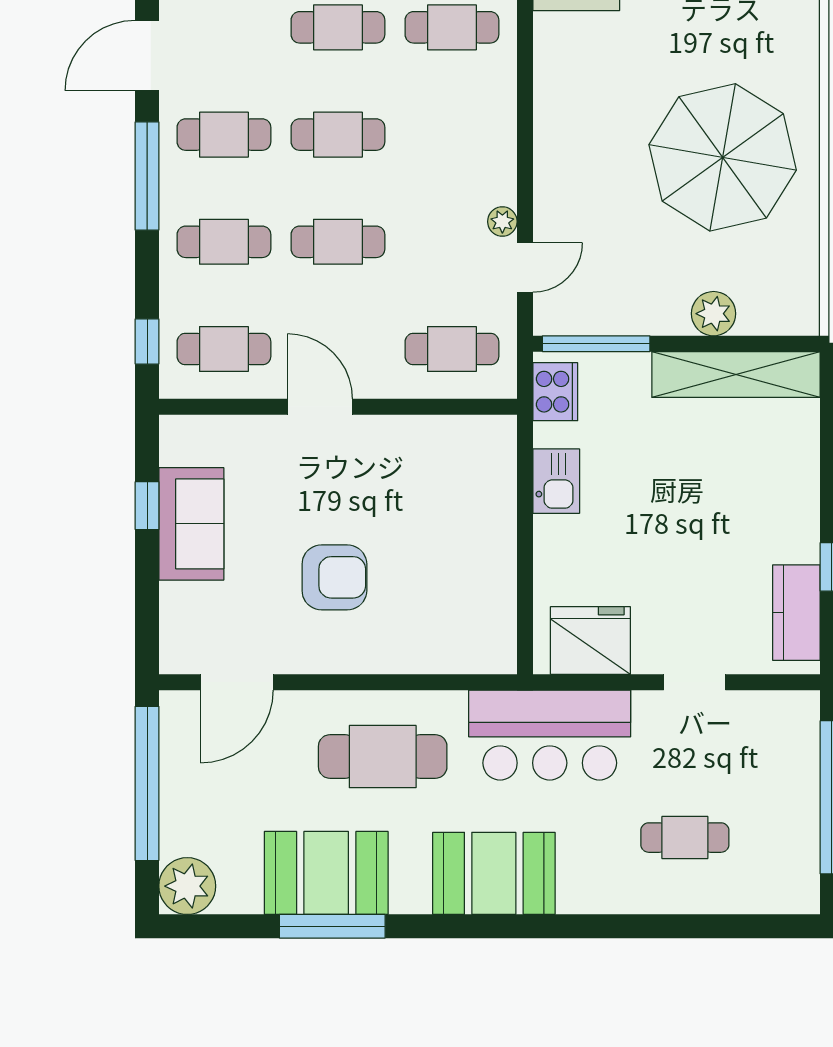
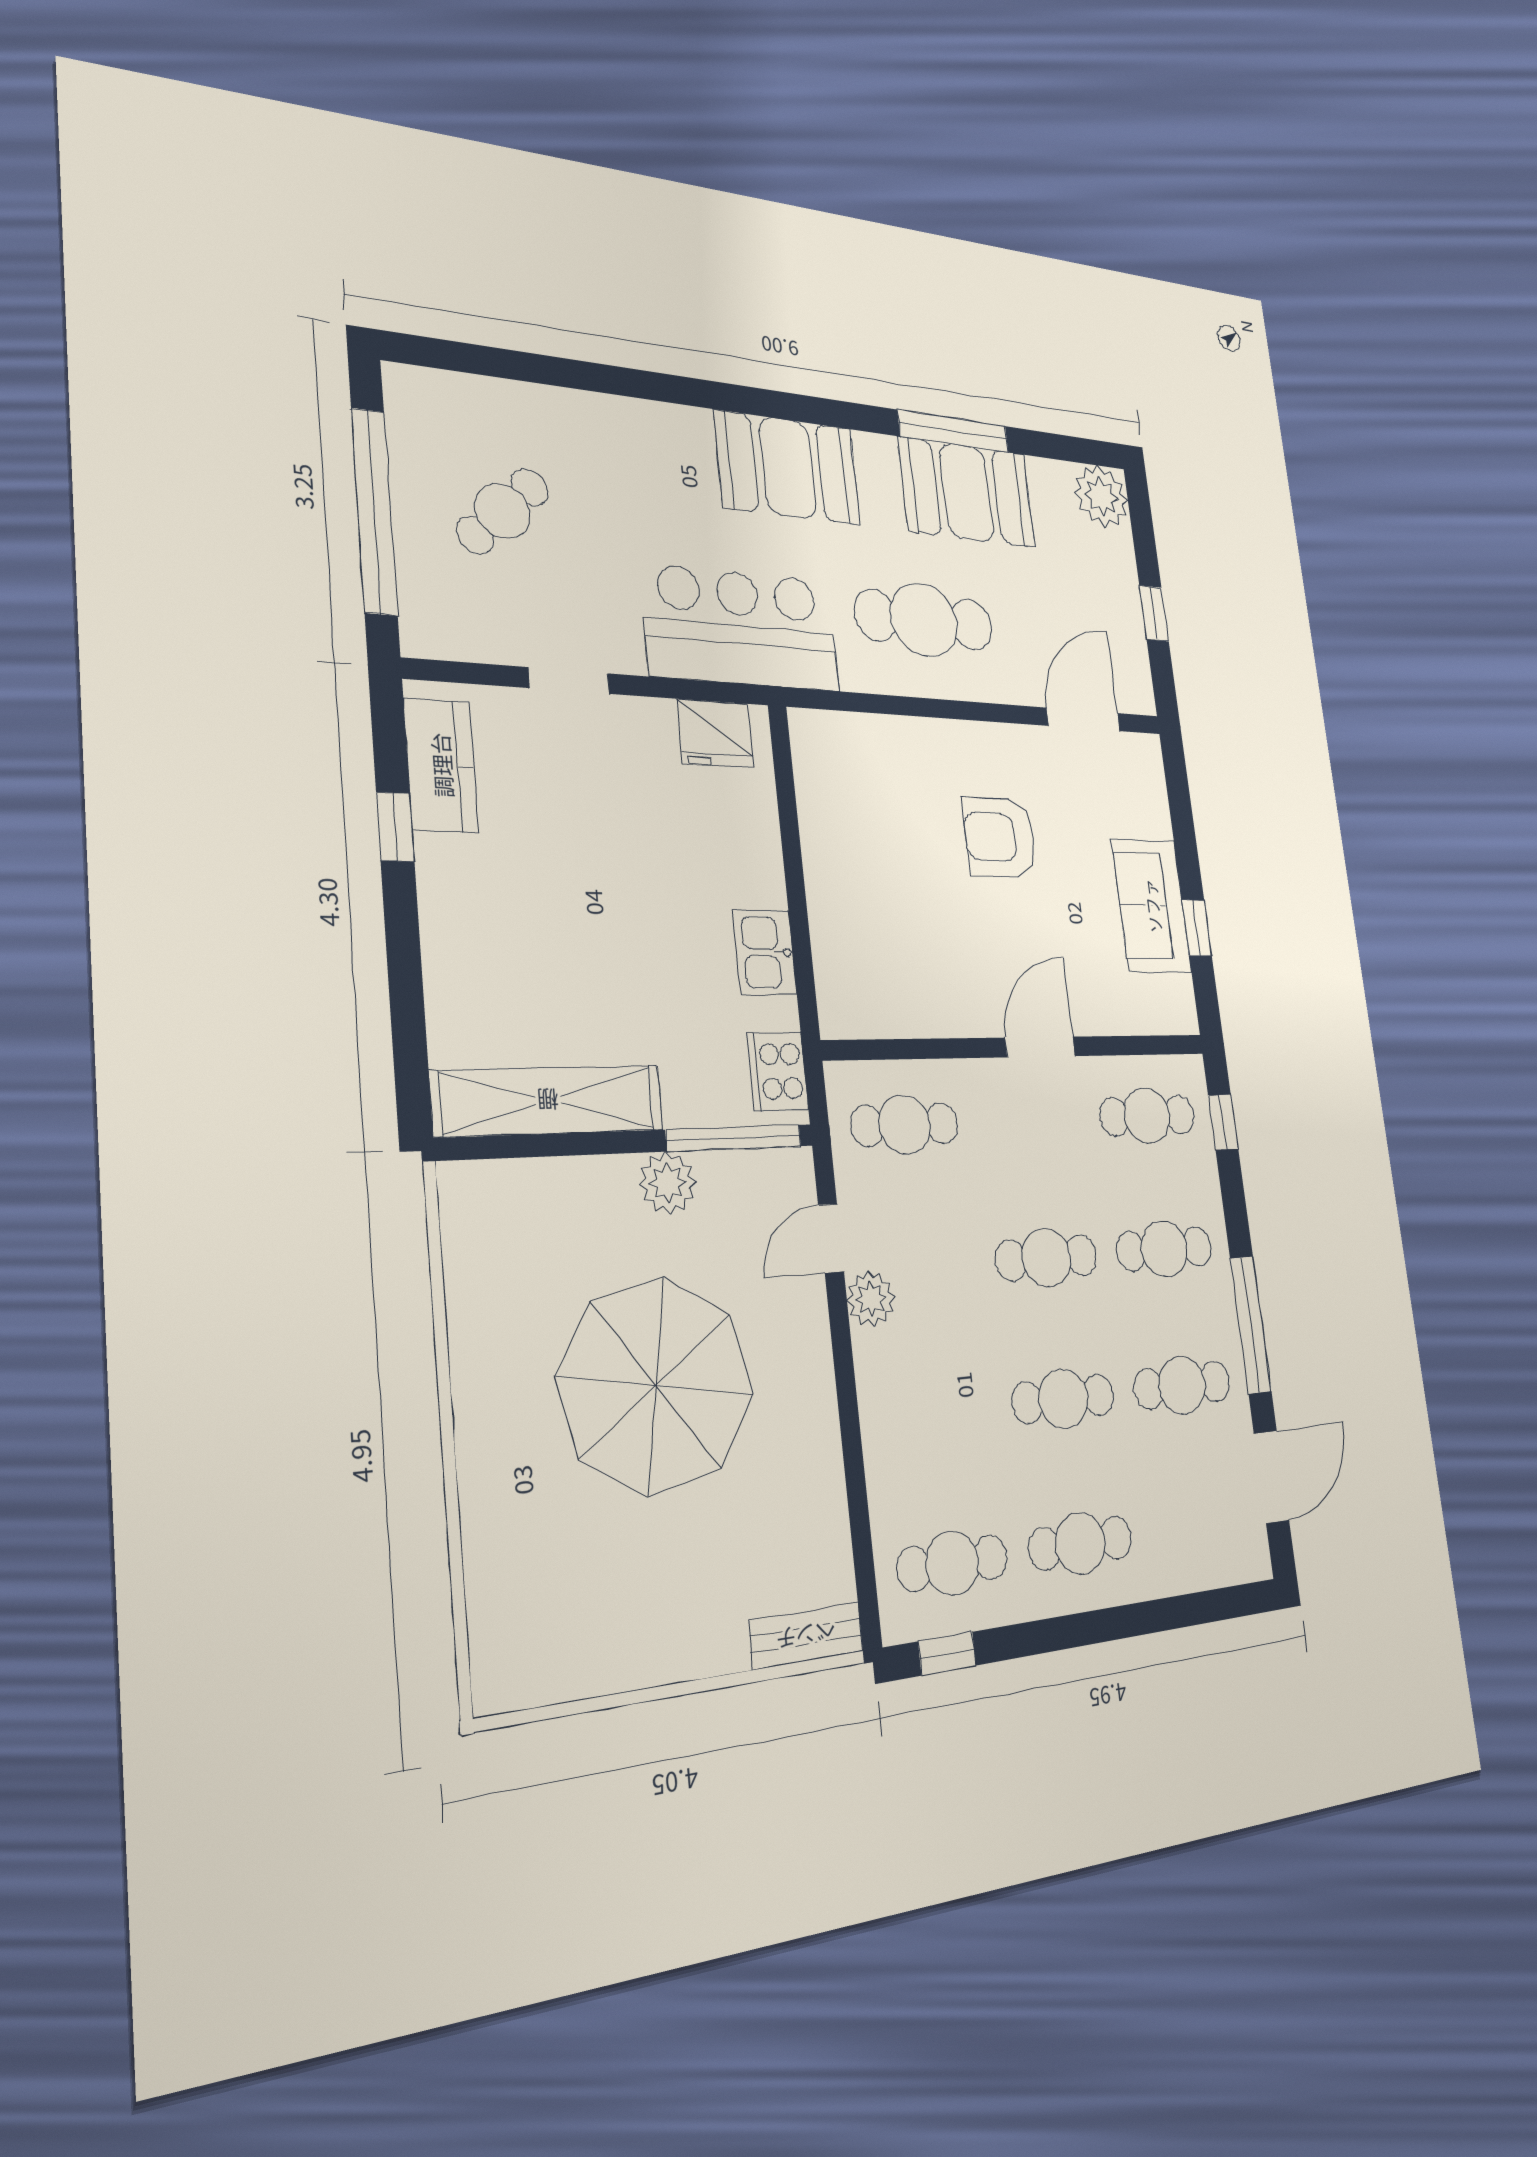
parasol: (723, 157) -> (656, 1385), moved
plant: (502, 222) -> (871, 1299), width x1.38, depth x1.38
plant: (714, 314) -> (668, 1183), moved
door: (320, 407) -> (1040, 1047), swing flipped
fridge: (590, 640) -> (715, 734), width x0.73, depth x0.75
window: (147, 783) -> (1154, 613), width x0.32
cafe table: (685, 838) -> (503, 511), moved, turned -43

